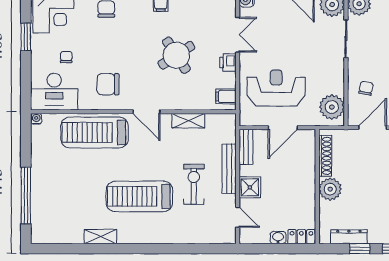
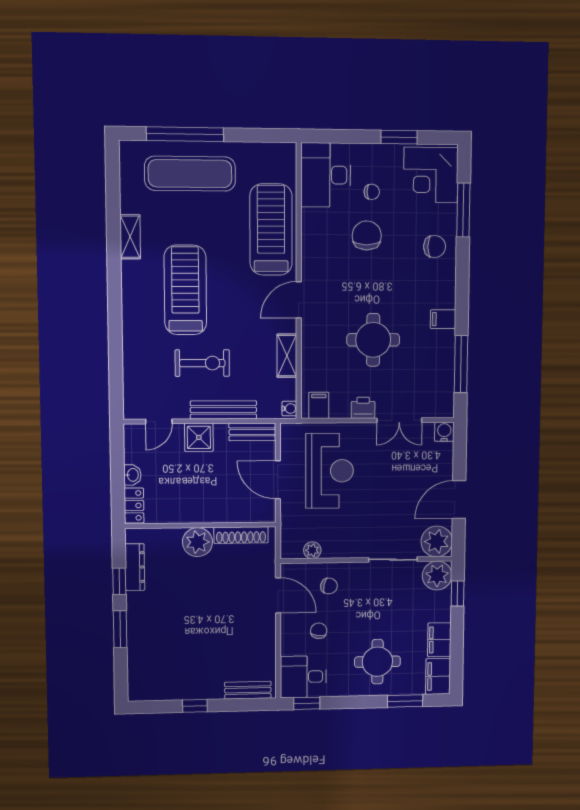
round table: (176, 55) -> (373, 340), turned 33
chair: (108, 84) -> (367, 235), moved
plant: (332, 107) -> (312, 550), width x0.53, depth x0.53
water cooler: (36, 119) -> (289, 409), moved
exercise mat: (54, 192) -> (190, 174), added

